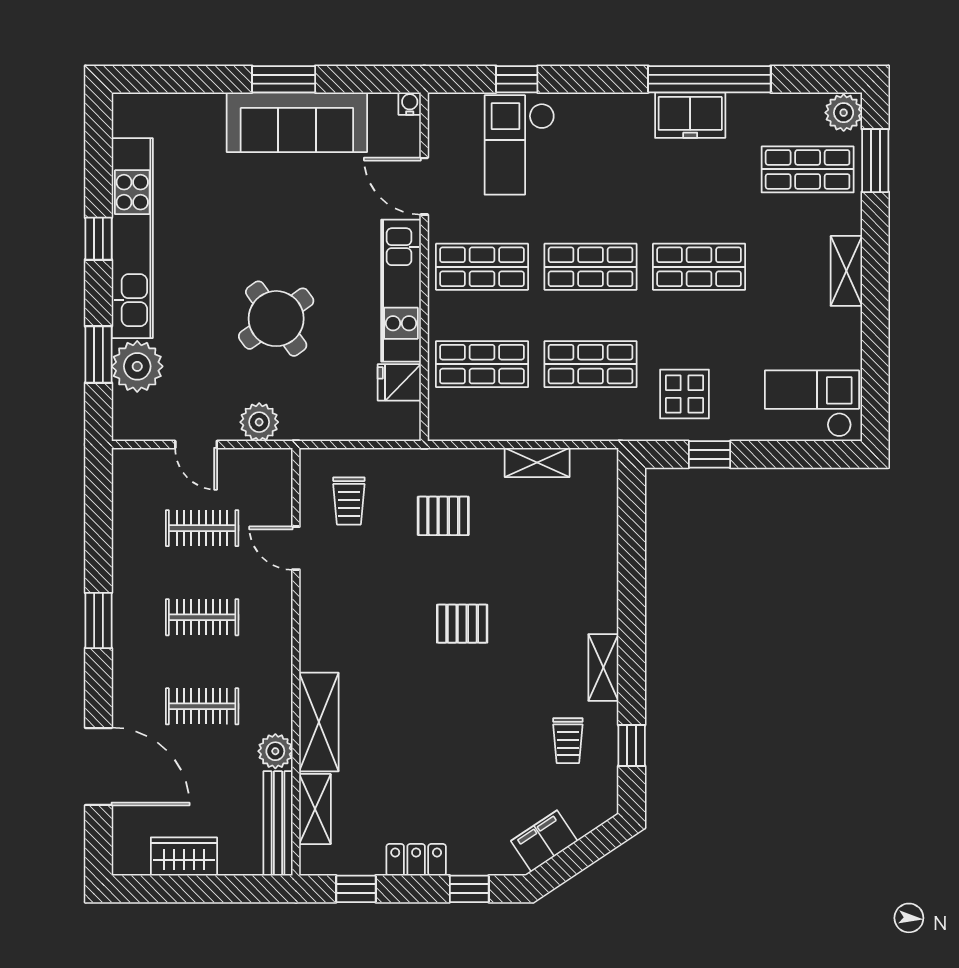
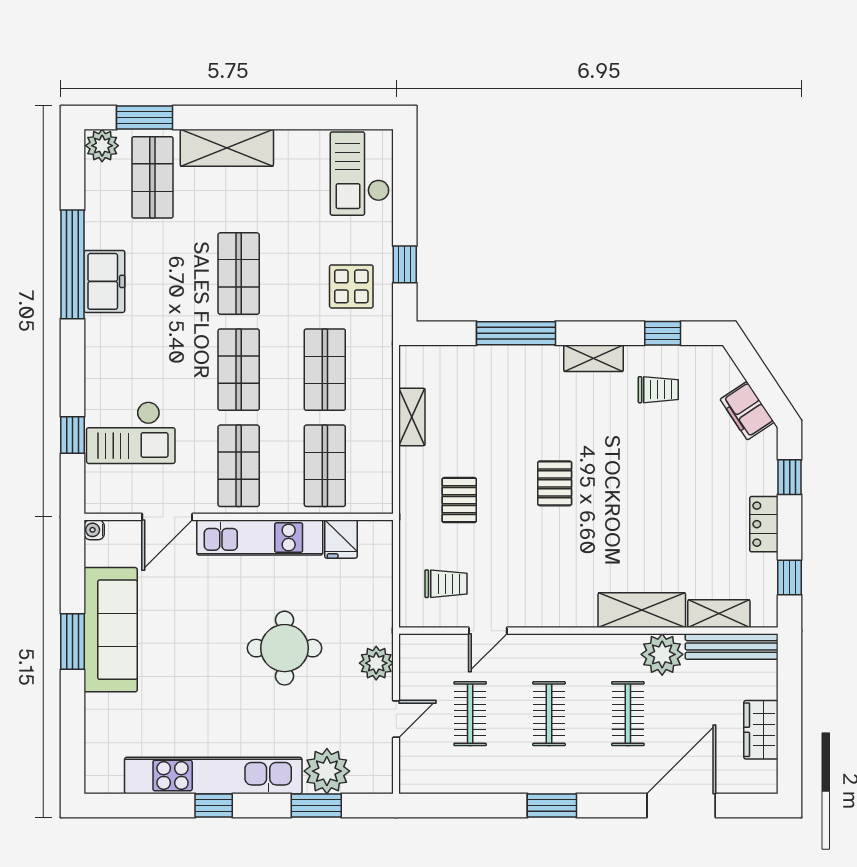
shelving: (846, 271) -> (227, 148), width x1.50, depth x1.33
round table: (276, 319) -> (285, 648), turned 36
window: (632, 580) -> (516, 333), added
plant: (275, 751) -> (662, 654), width x1.36, depth x1.36

